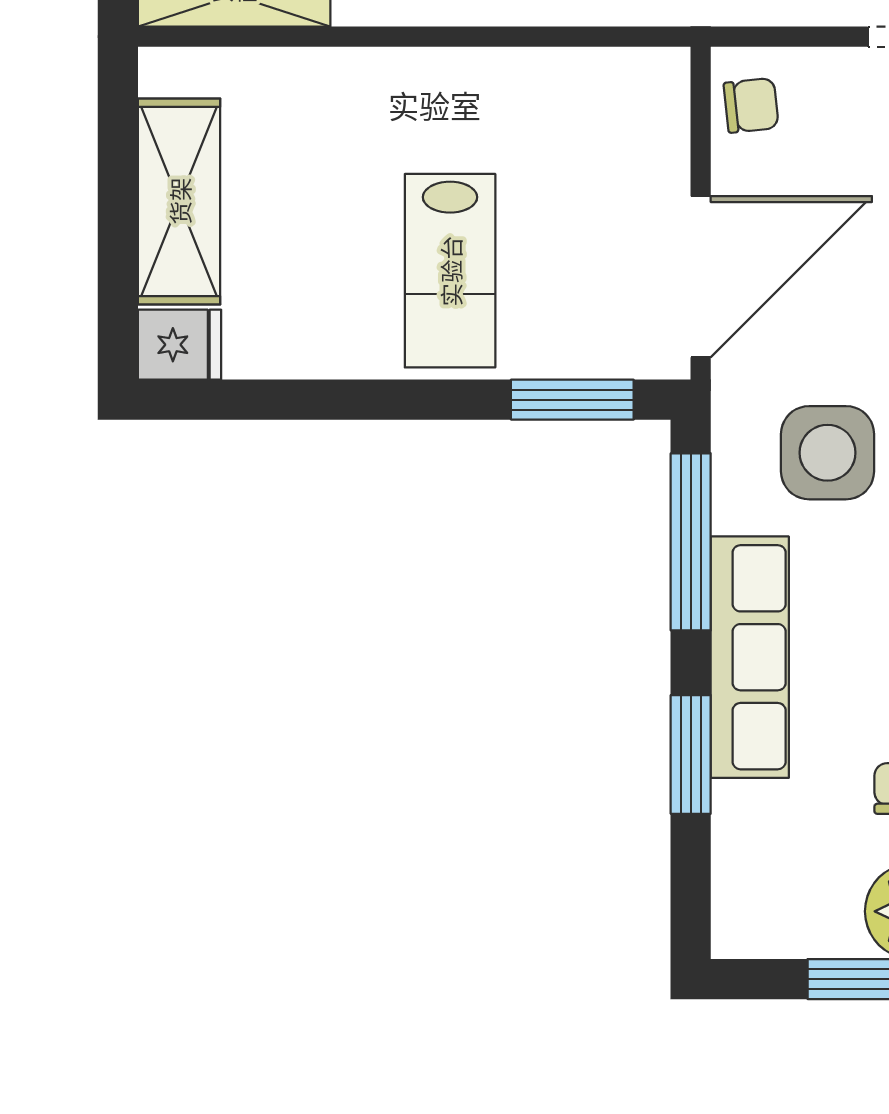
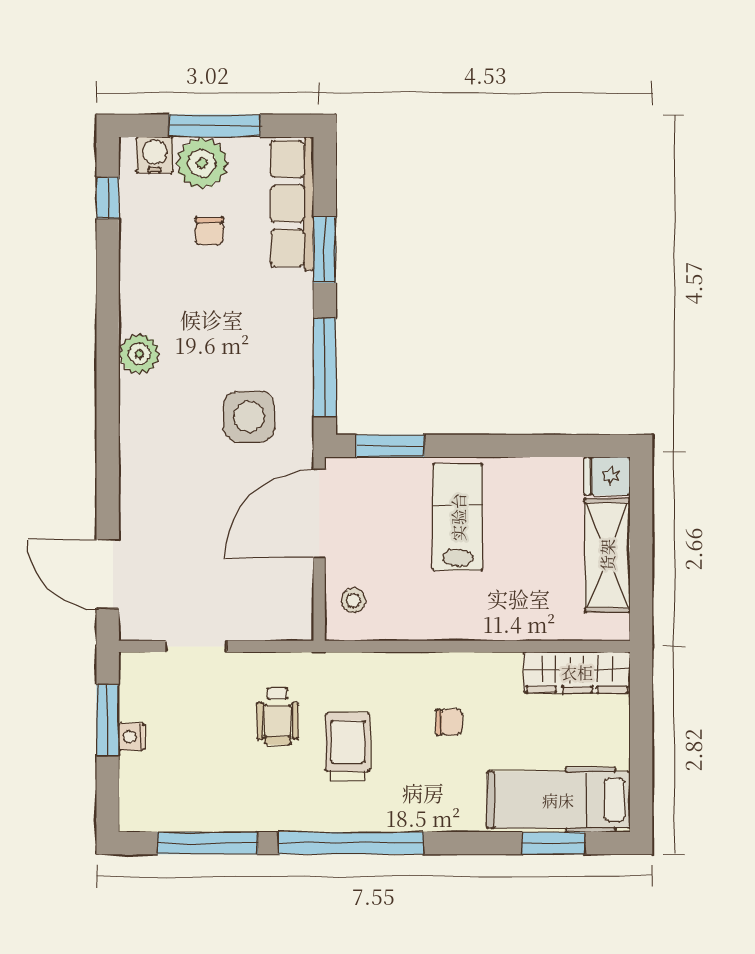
chair: (751, 105) -> (291, 608), removed
stool: (639, 120) -> (354, 600), added
row of seats: (750, 657) -> (292, 204), moved

